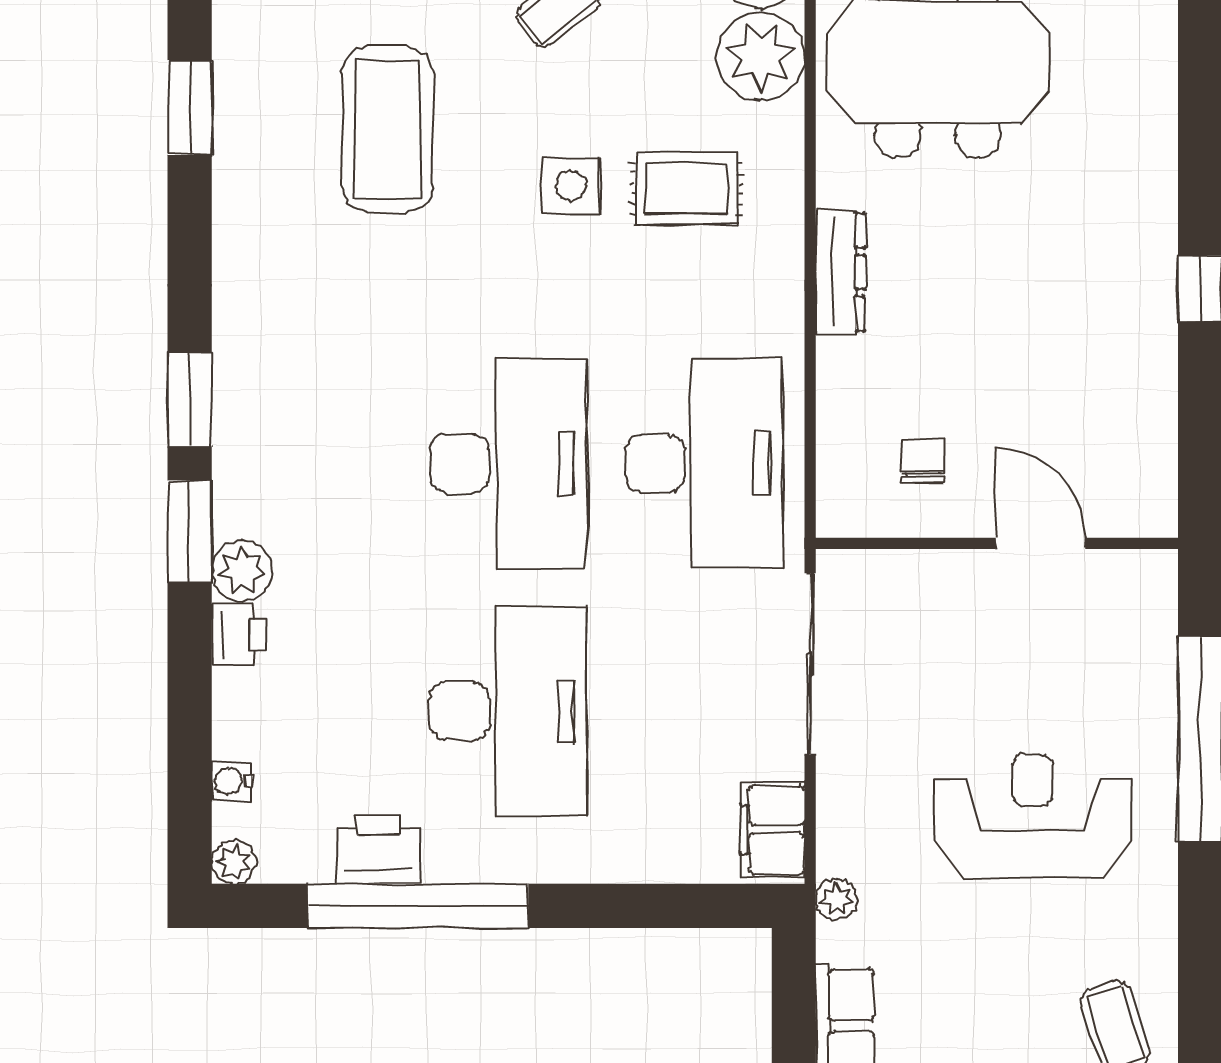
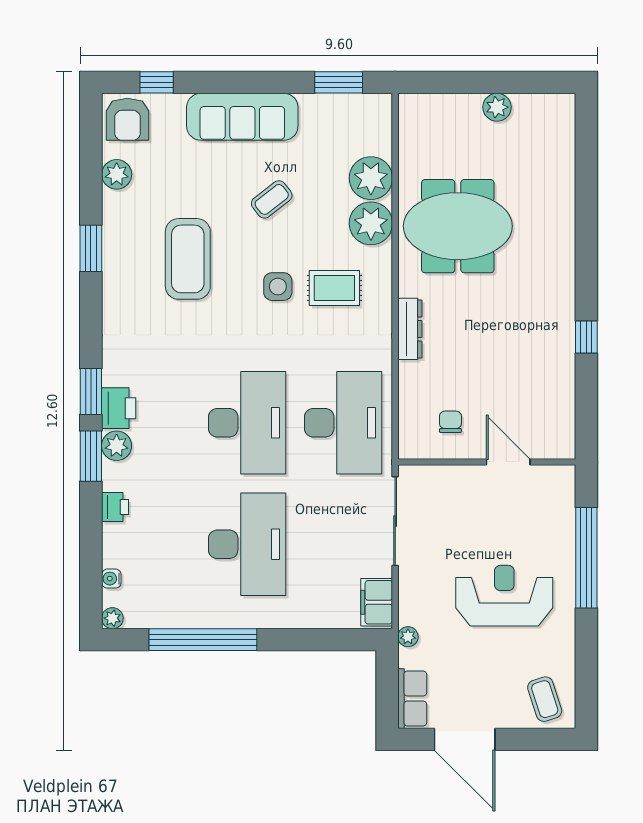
plant: (242, 571) -> (117, 446), moved
printer: (379, 849) -> (119, 408), moved, turned 90

